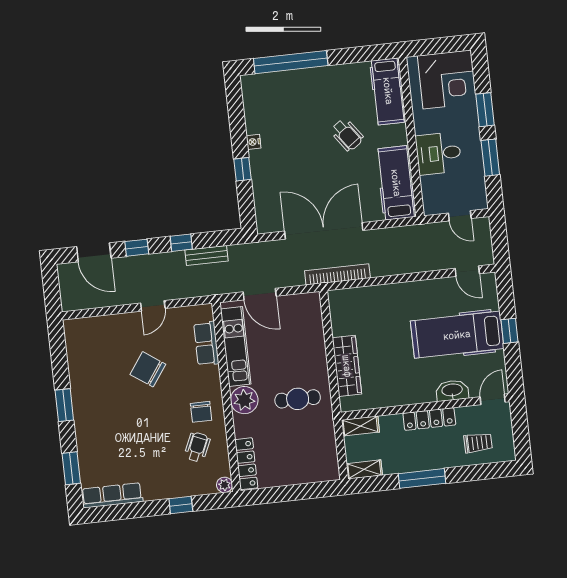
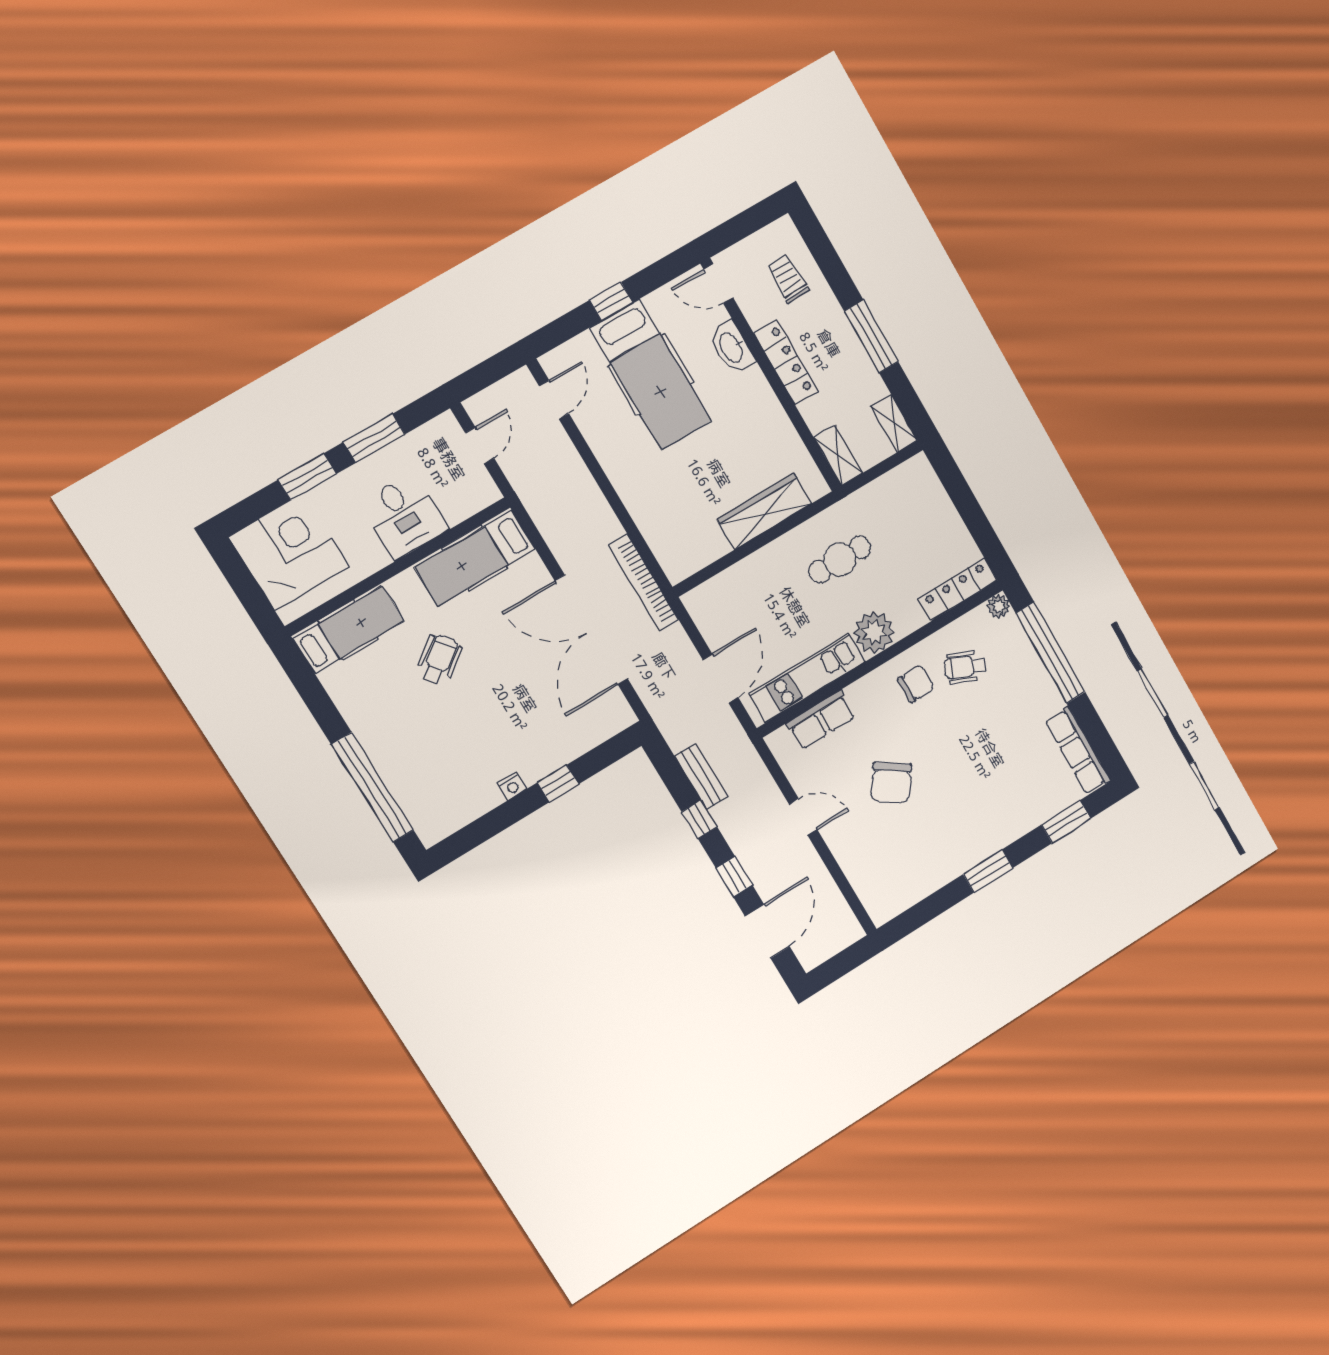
cafe table: (298, 399) -> (840, 560), turned 90
window: (181, 505) -> (1051, 653), width x3.17

